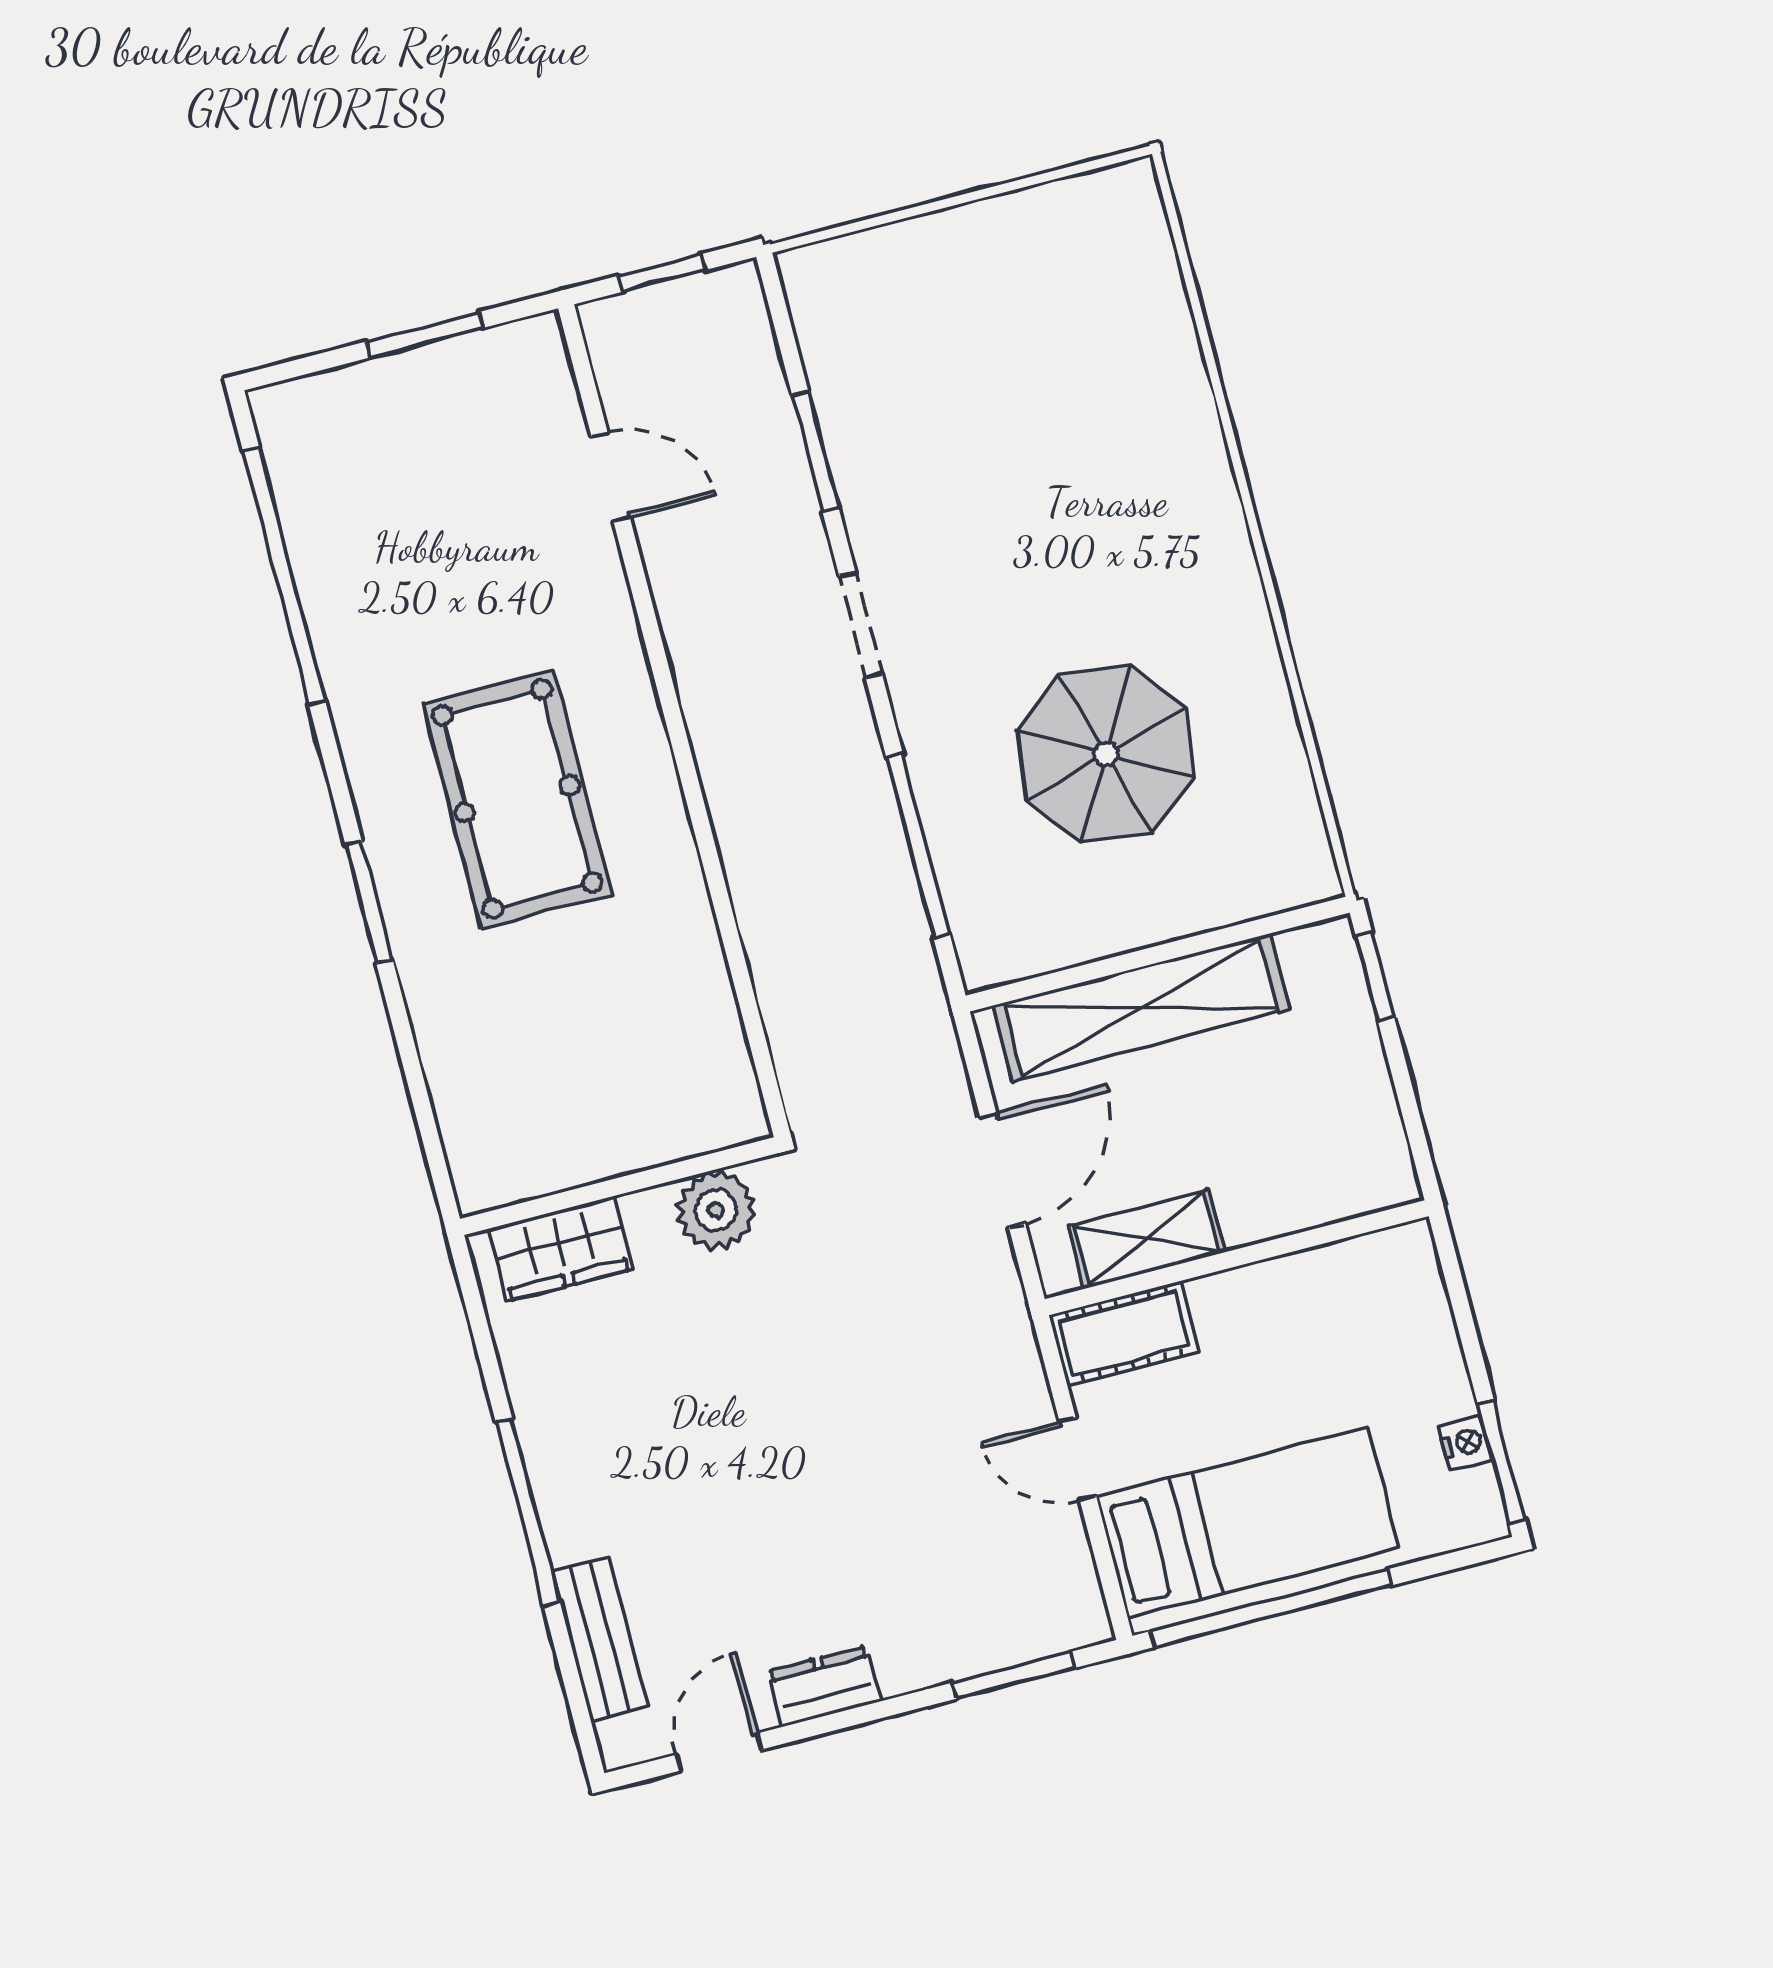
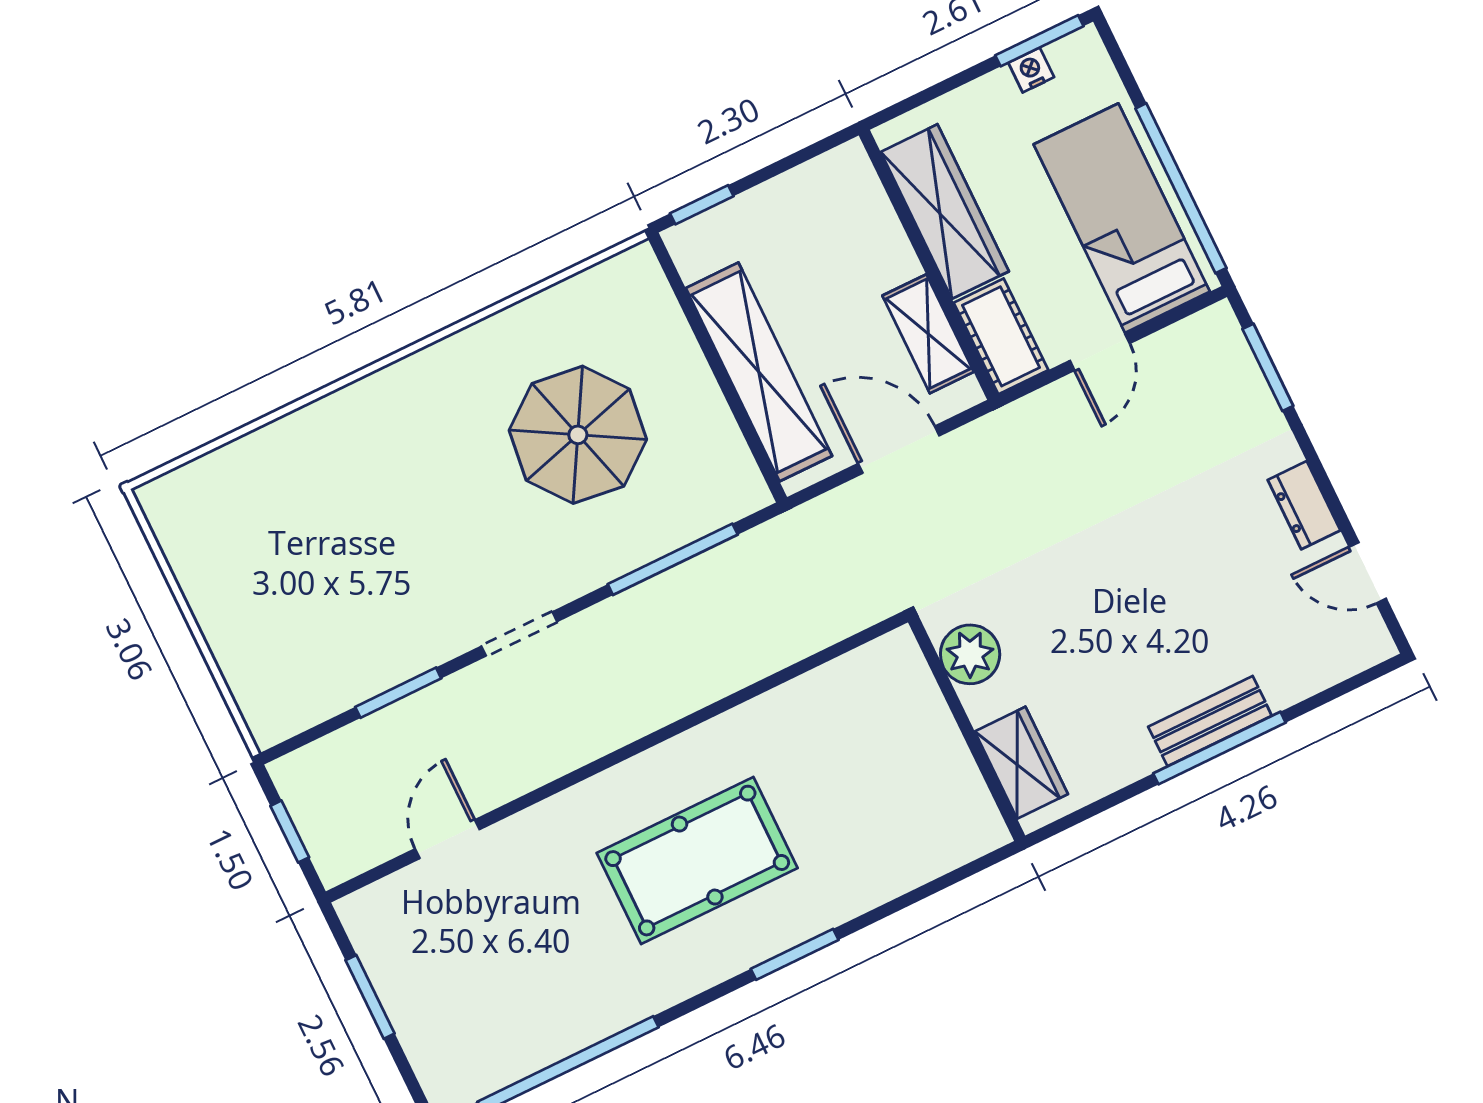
wardrobe: (1302, 1293) -> (945, 212), added
bench: (600, 1639) -> (1210, 721), moved

